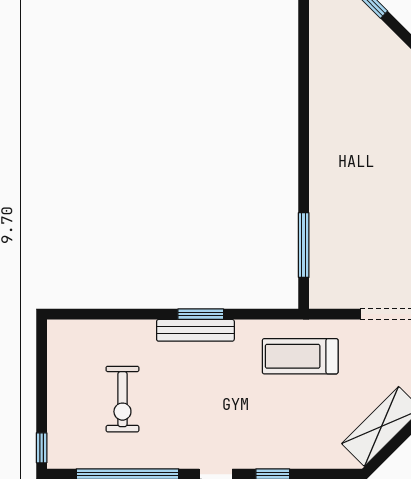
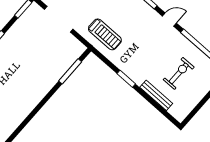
bench: (195, 330) -> (156, 95), moved

